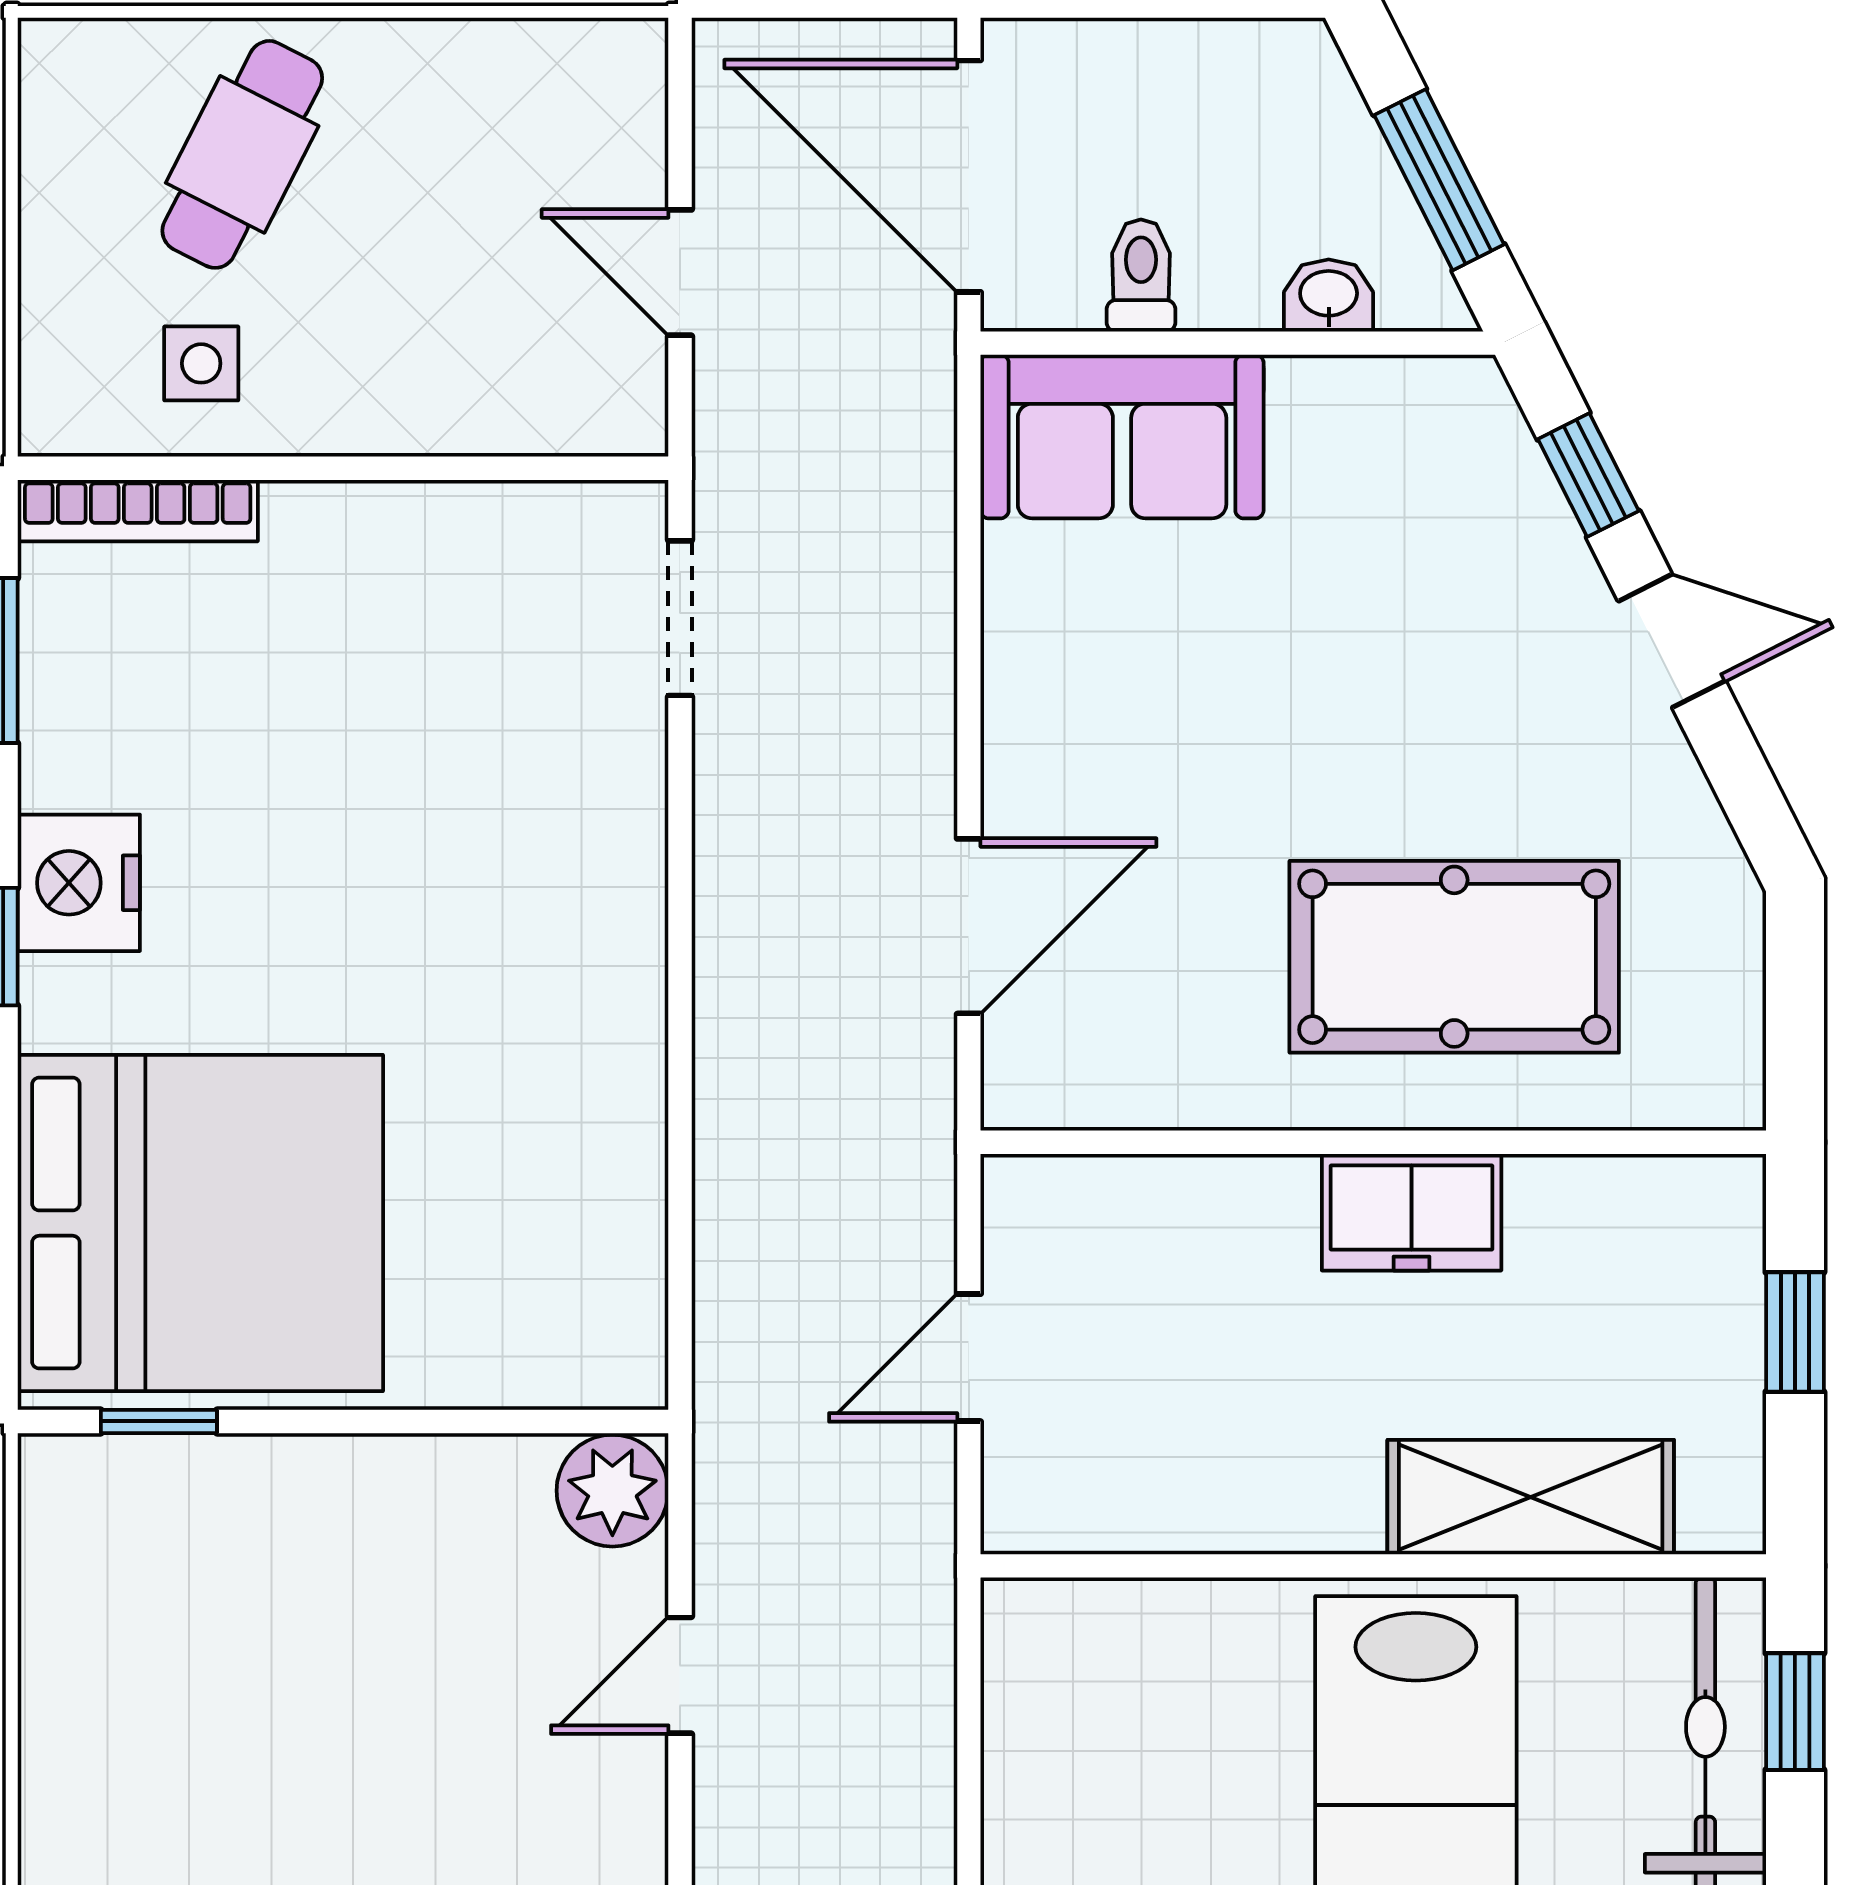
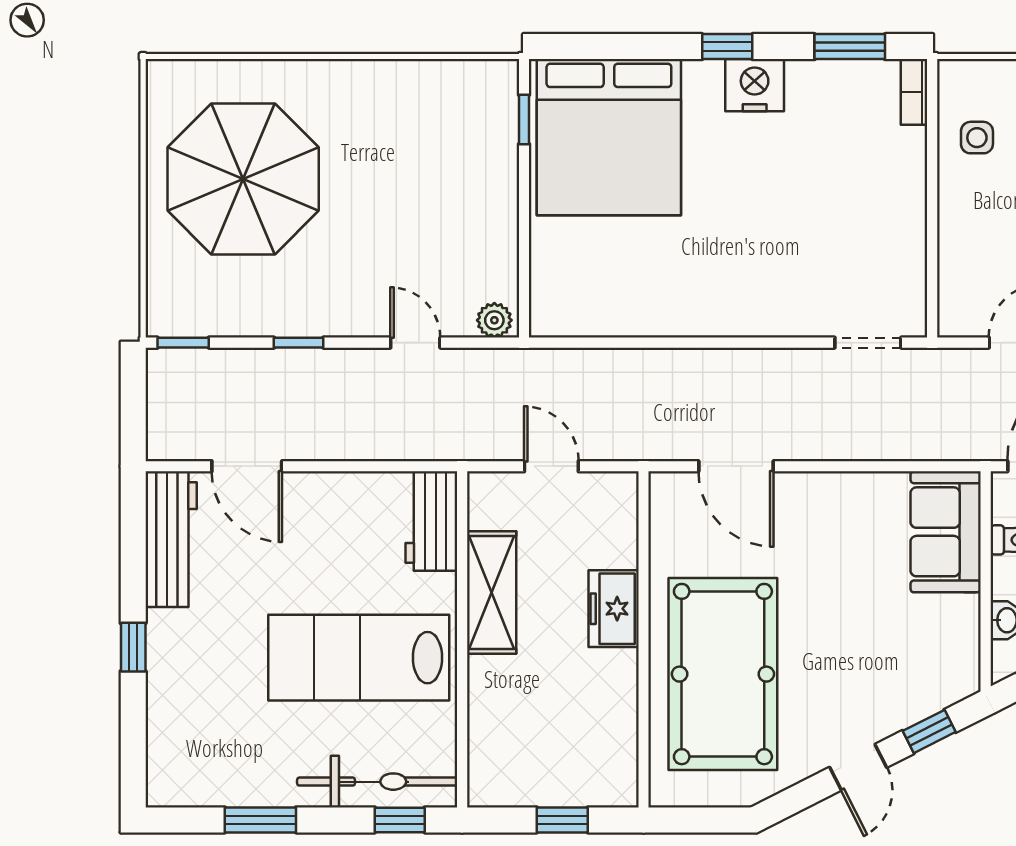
bookcase: (138, 511) -> (914, 92), width x0.64
pool table: (1454, 957) -> (723, 674), width x1.36, depth x1.32
freezer: (1412, 1212) -> (614, 609), moved
plant: (612, 1491) -> (494, 320), width x0.73, depth x0.73
shelving: (1531, 1497) -> (492, 593), moved
workbench: (1097, 1638) -> (431, 521), added

